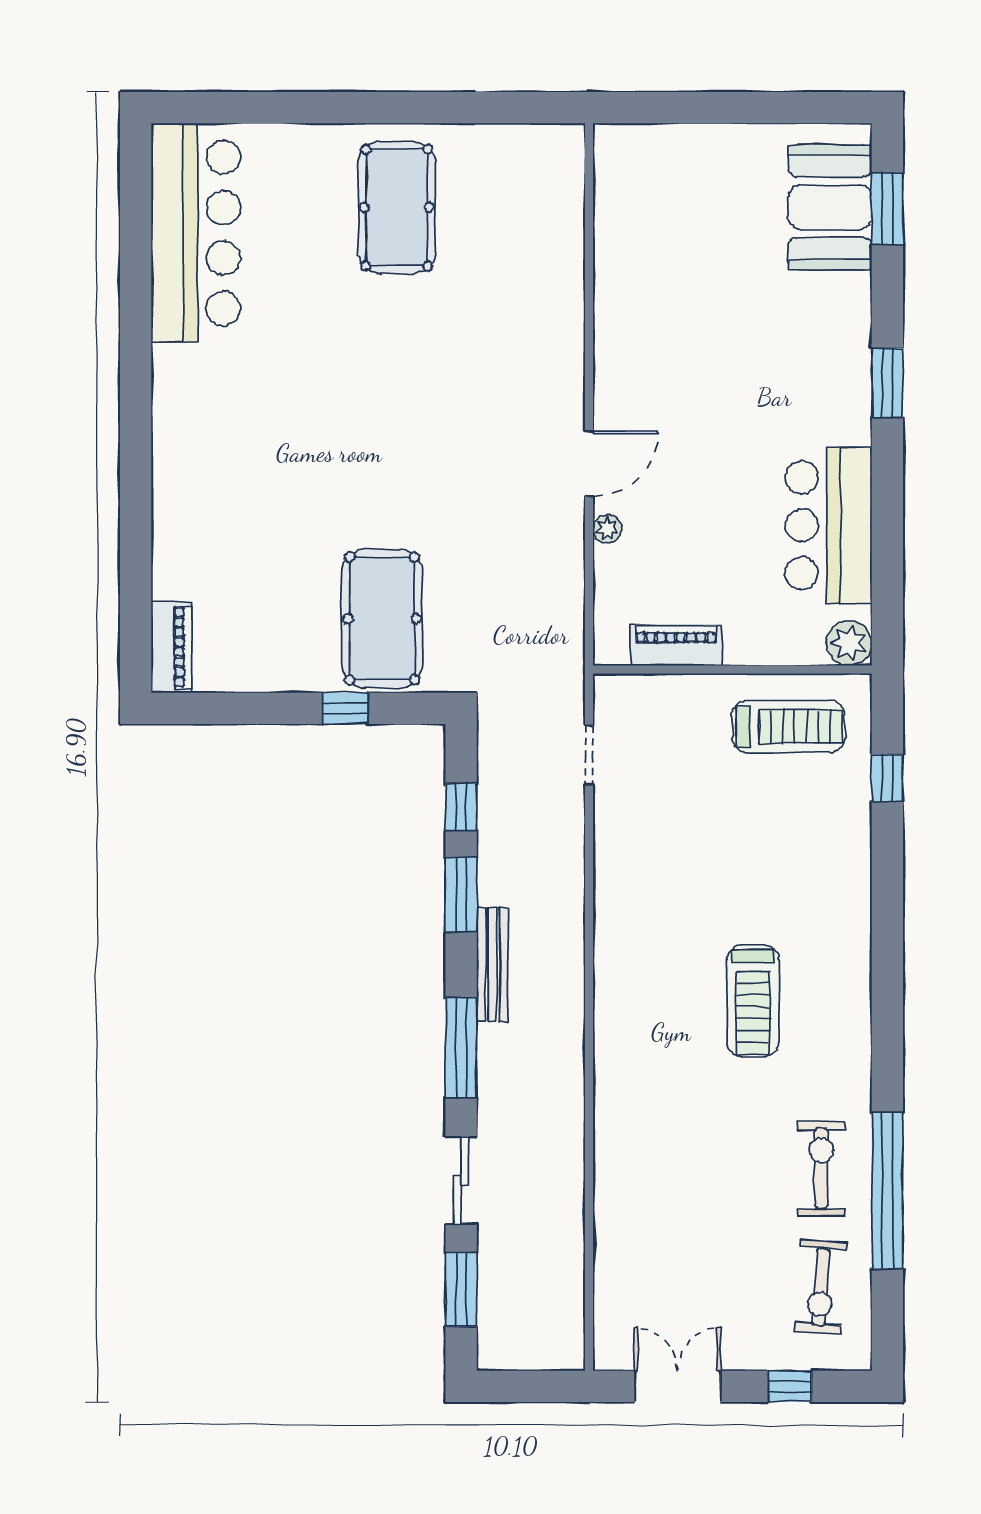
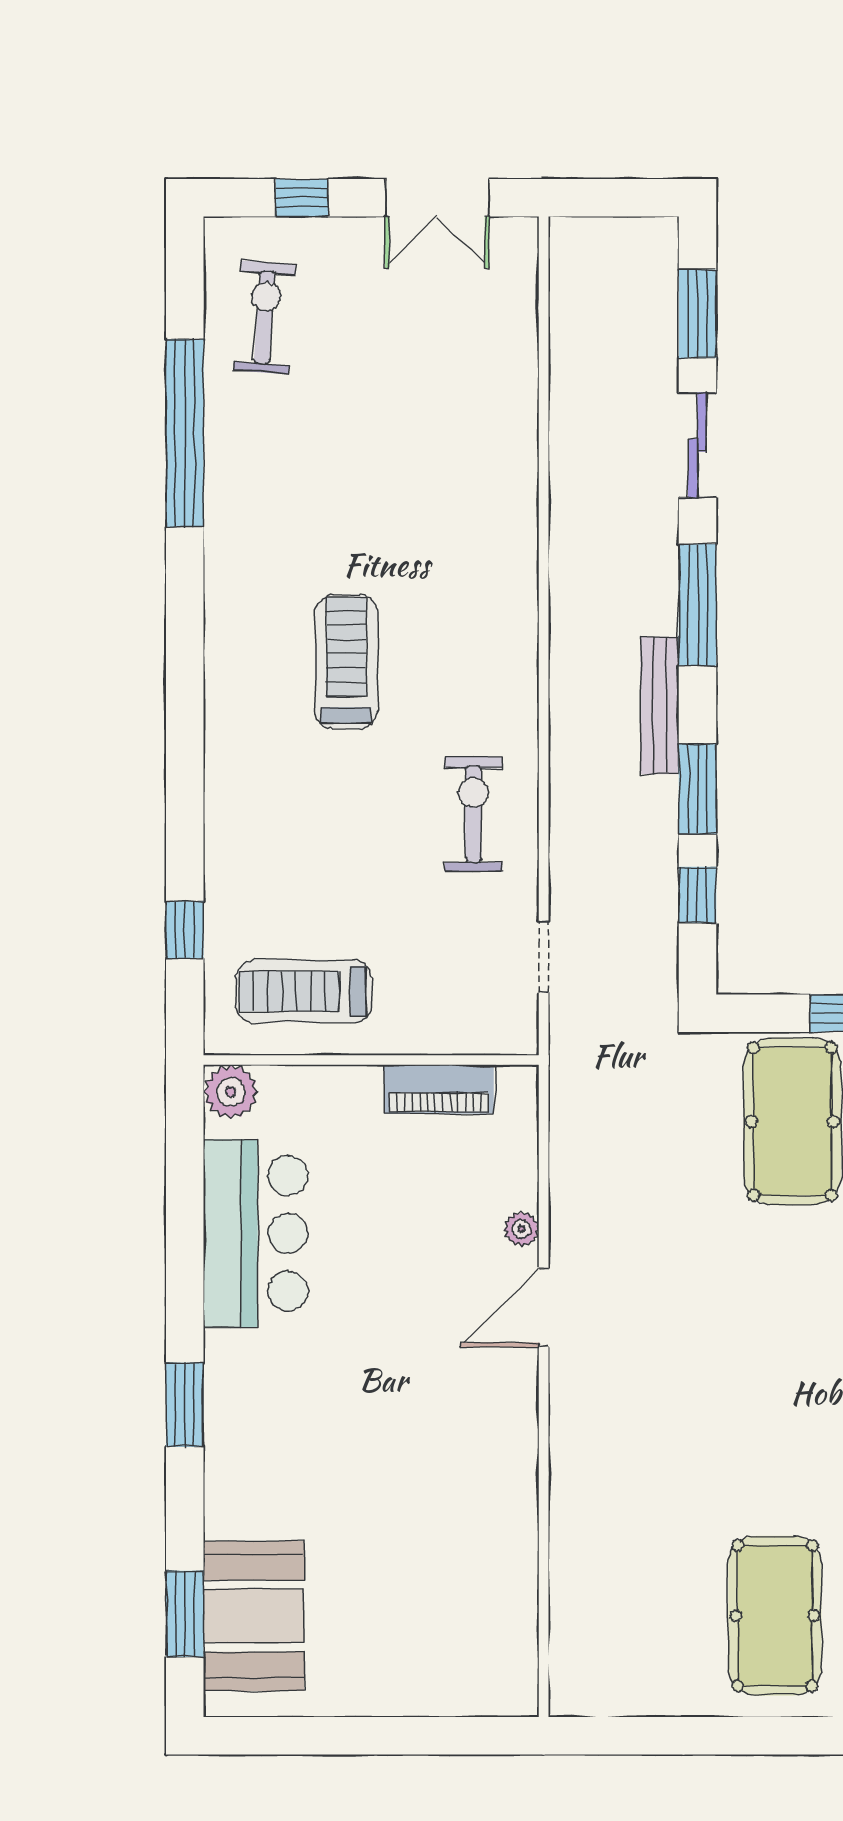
exercise bike: (821, 1168) -> (473, 814), moved, turned 180

